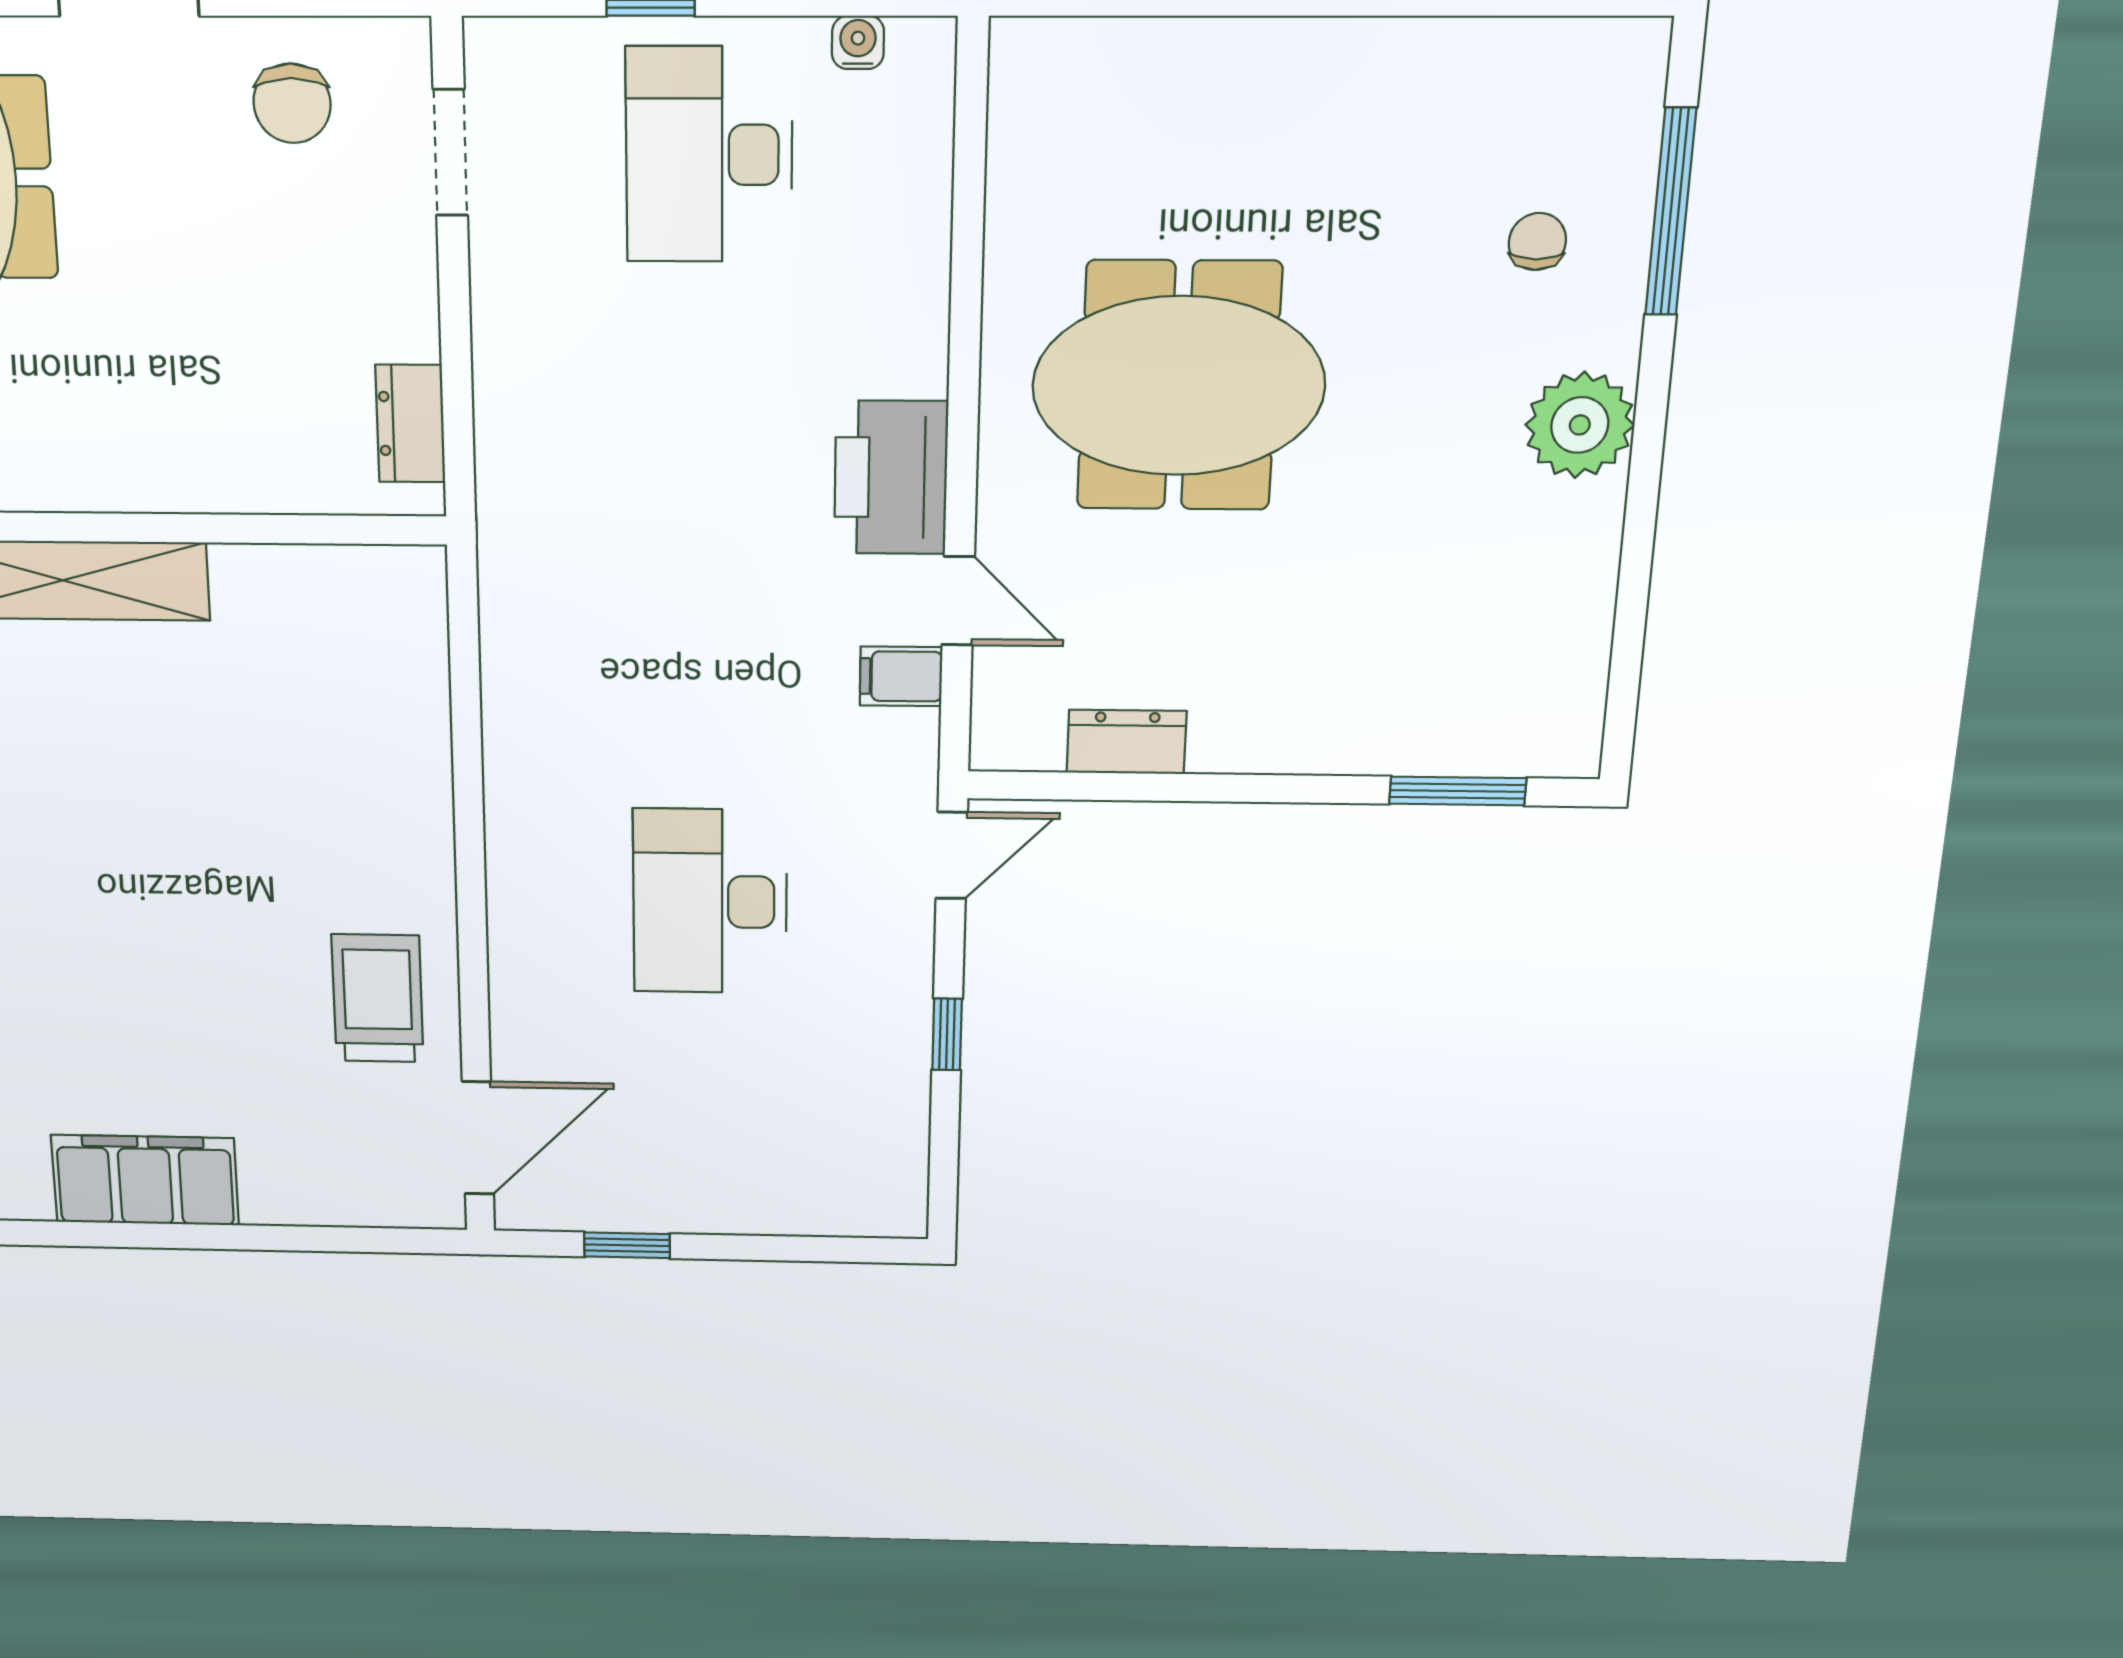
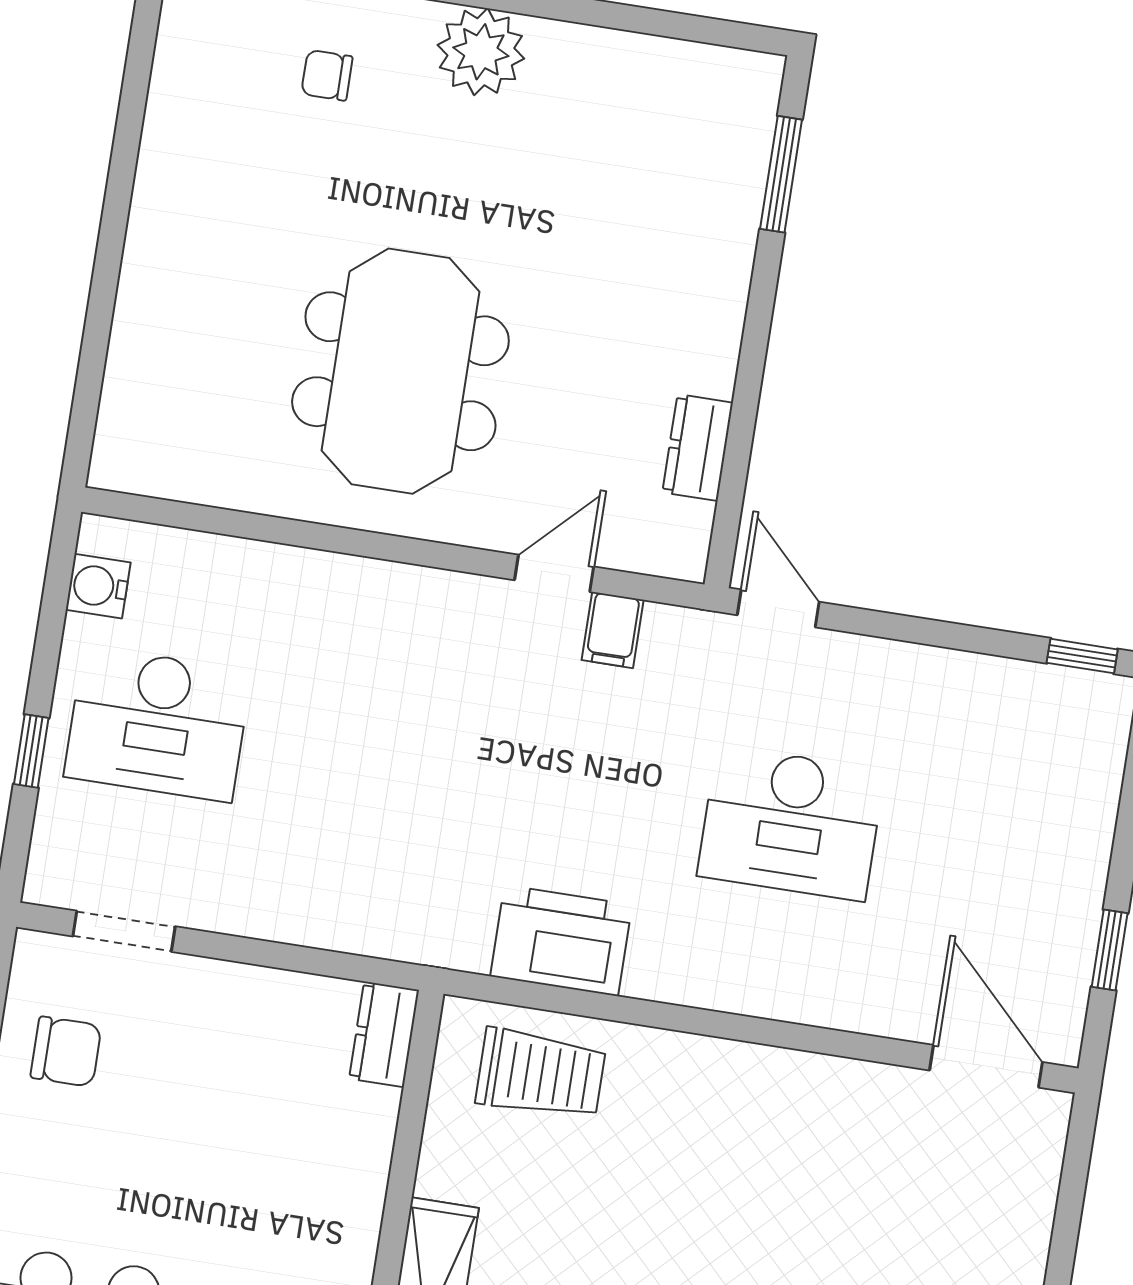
water cooler: (858, 42) -> (98, 586), width x1.38, depth x1.38
dresser: (410, 424) -> (384, 1034), moved, turned 90
printer: (891, 478) -> (561, 940), moved, turned 180
trolley: (378, 998) -> (541, 1074), moved, turned 180
window: (947, 1034) -> (1082, 656), moved

